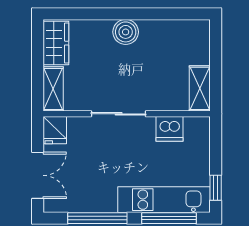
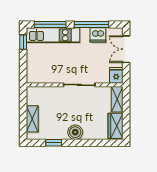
window: (163, 14) -> (54, 143), added
shelving: (200, 88) -> (32, 119), moved
dishwasher: (169, 129) -> (98, 35), moved, turned 180

